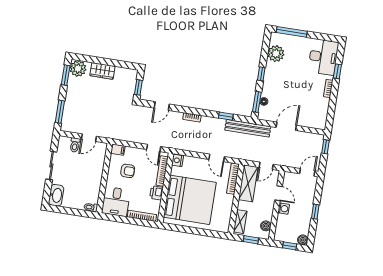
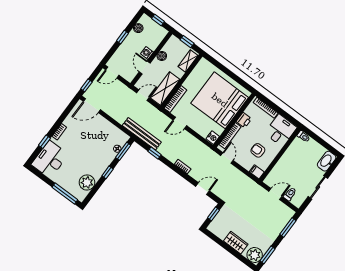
door: (286, 126) -> (92, 106), moved
door: (217, 158) -> (180, 123), swing flipped
boiler: (266, 226) -> (162, 56), moved
boiler: (303, 240) -> (138, 28), moved

